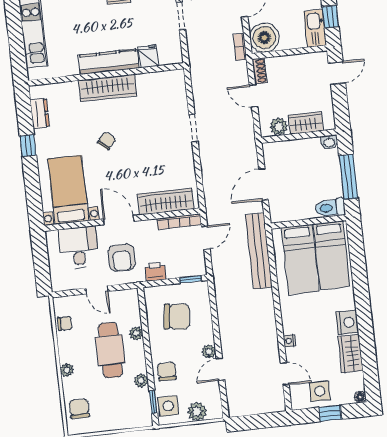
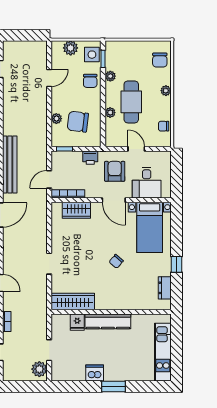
wardrobe: (108, 88) -> (73, 301), moved
wardrobe: (166, 201) -> (76, 210), width x0.67
plant: (209, 352) -> (56, 119), moved

